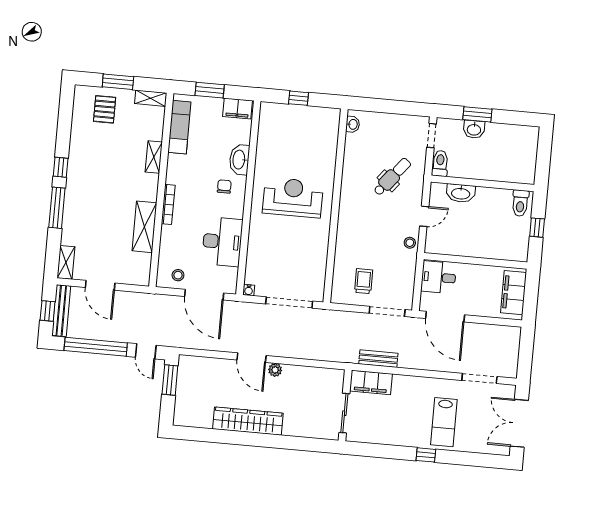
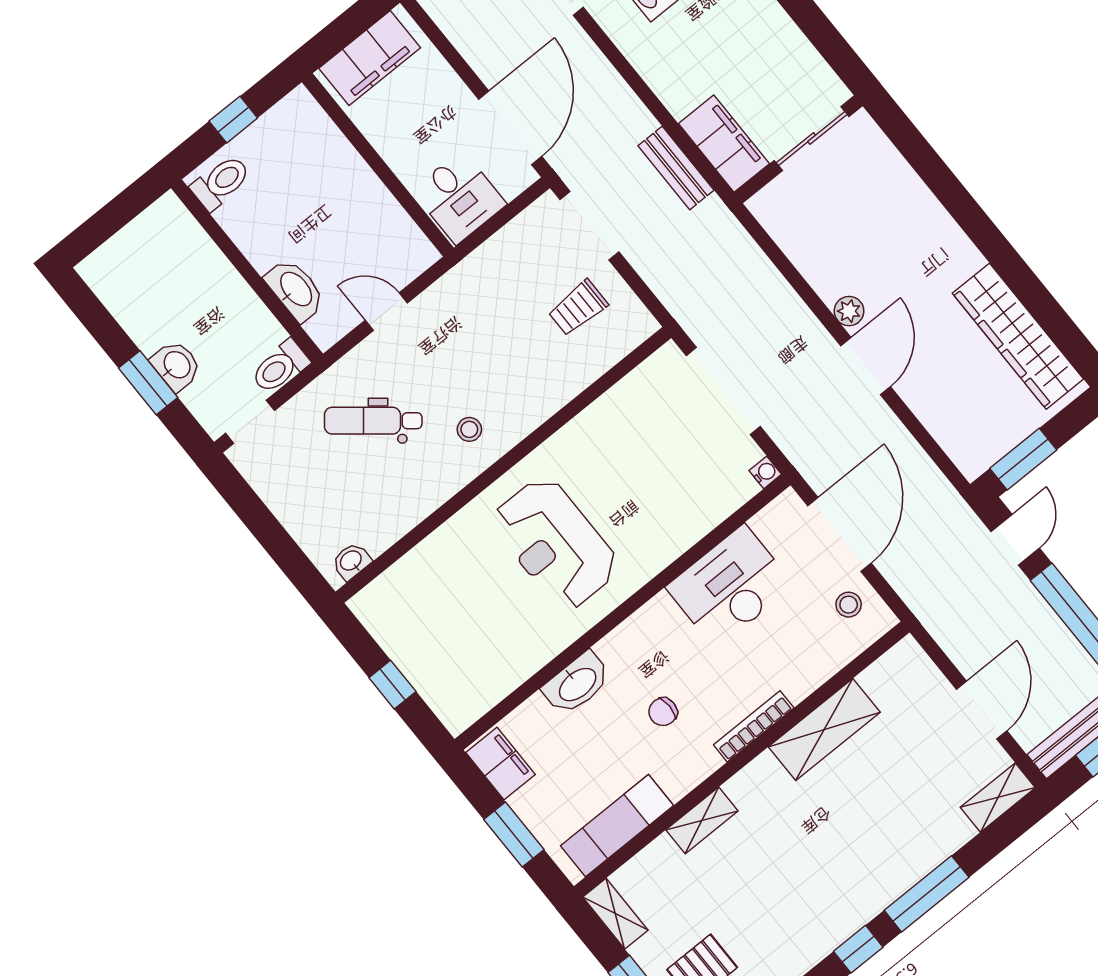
chair: (224, 186) -> (663, 712), moved
stool: (410, 243) -> (469, 429), moved
wardrobe: (248, 421) -> (1018, 336), moved

